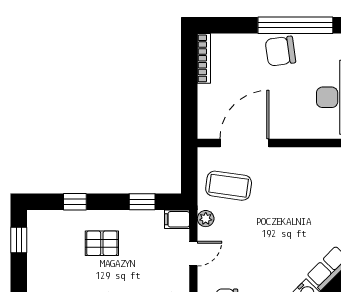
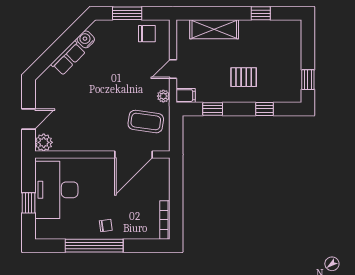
chair: (280, 51) -> (106, 225), width x0.54, depth x0.54

